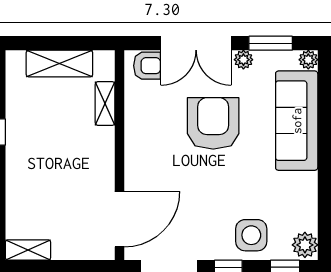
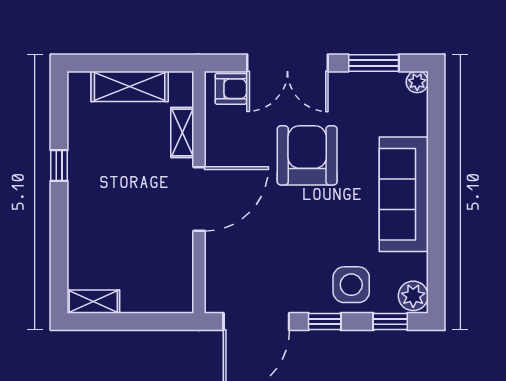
plant: (243, 60) -> (342, 82), removed
sofa: (297, 121) -> (404, 194), moved
door: (120, 219) -> (199, 199), moved

